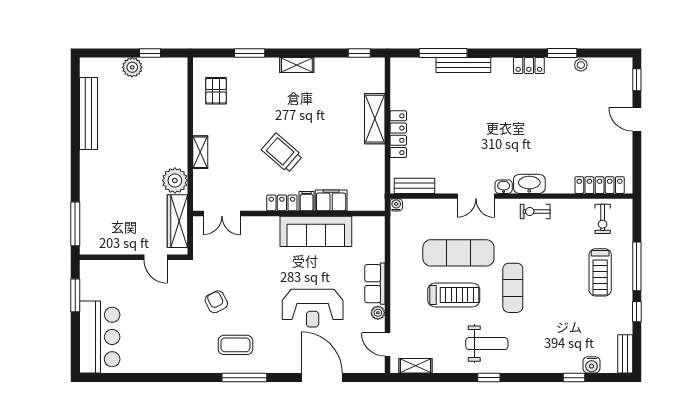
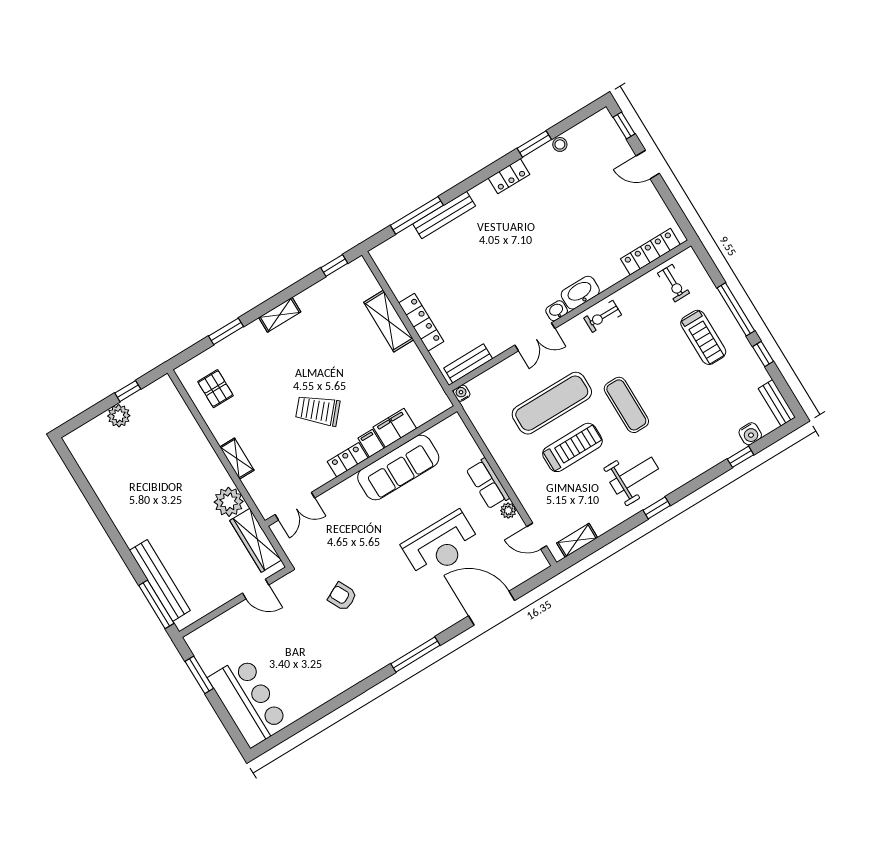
bench: (89, 113) -> (160, 580), moved
coffee table: (235, 345) -> (387, 628), removed

